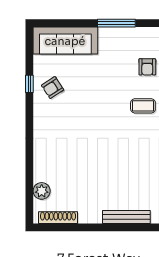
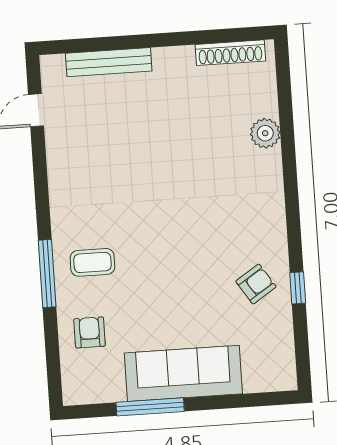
sofa: (65, 41) -> (183, 373), moved
plant: (42, 191) -> (265, 133), moved

